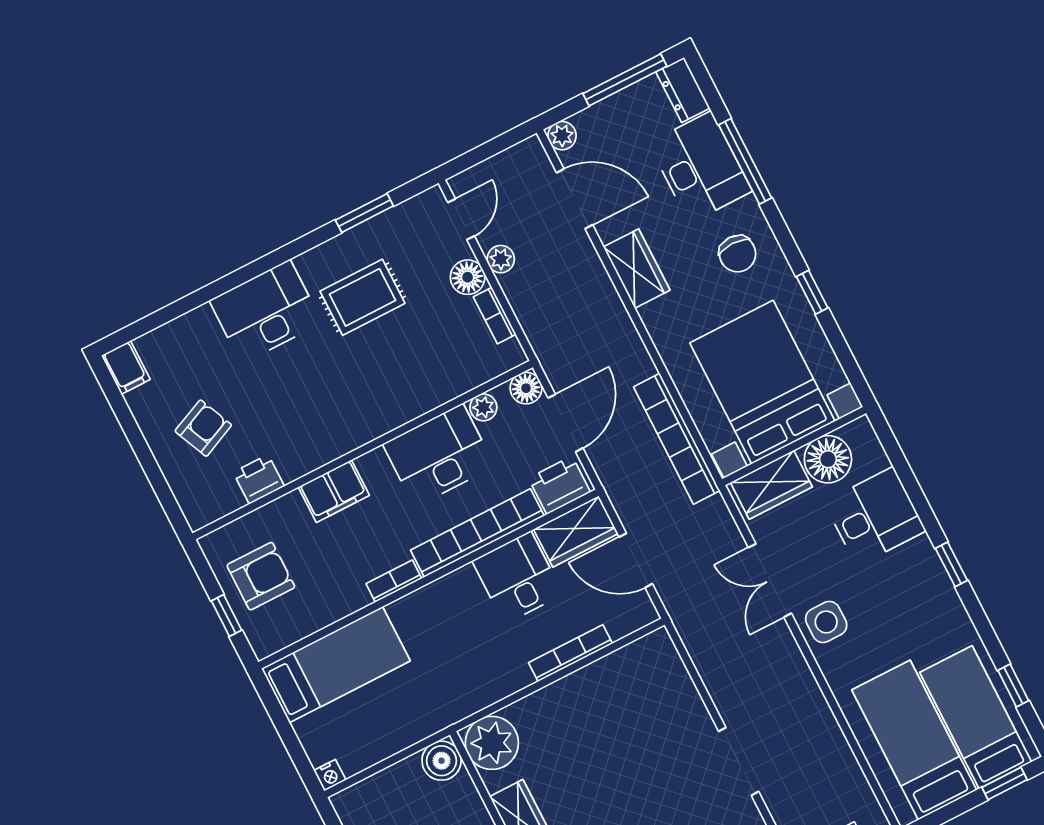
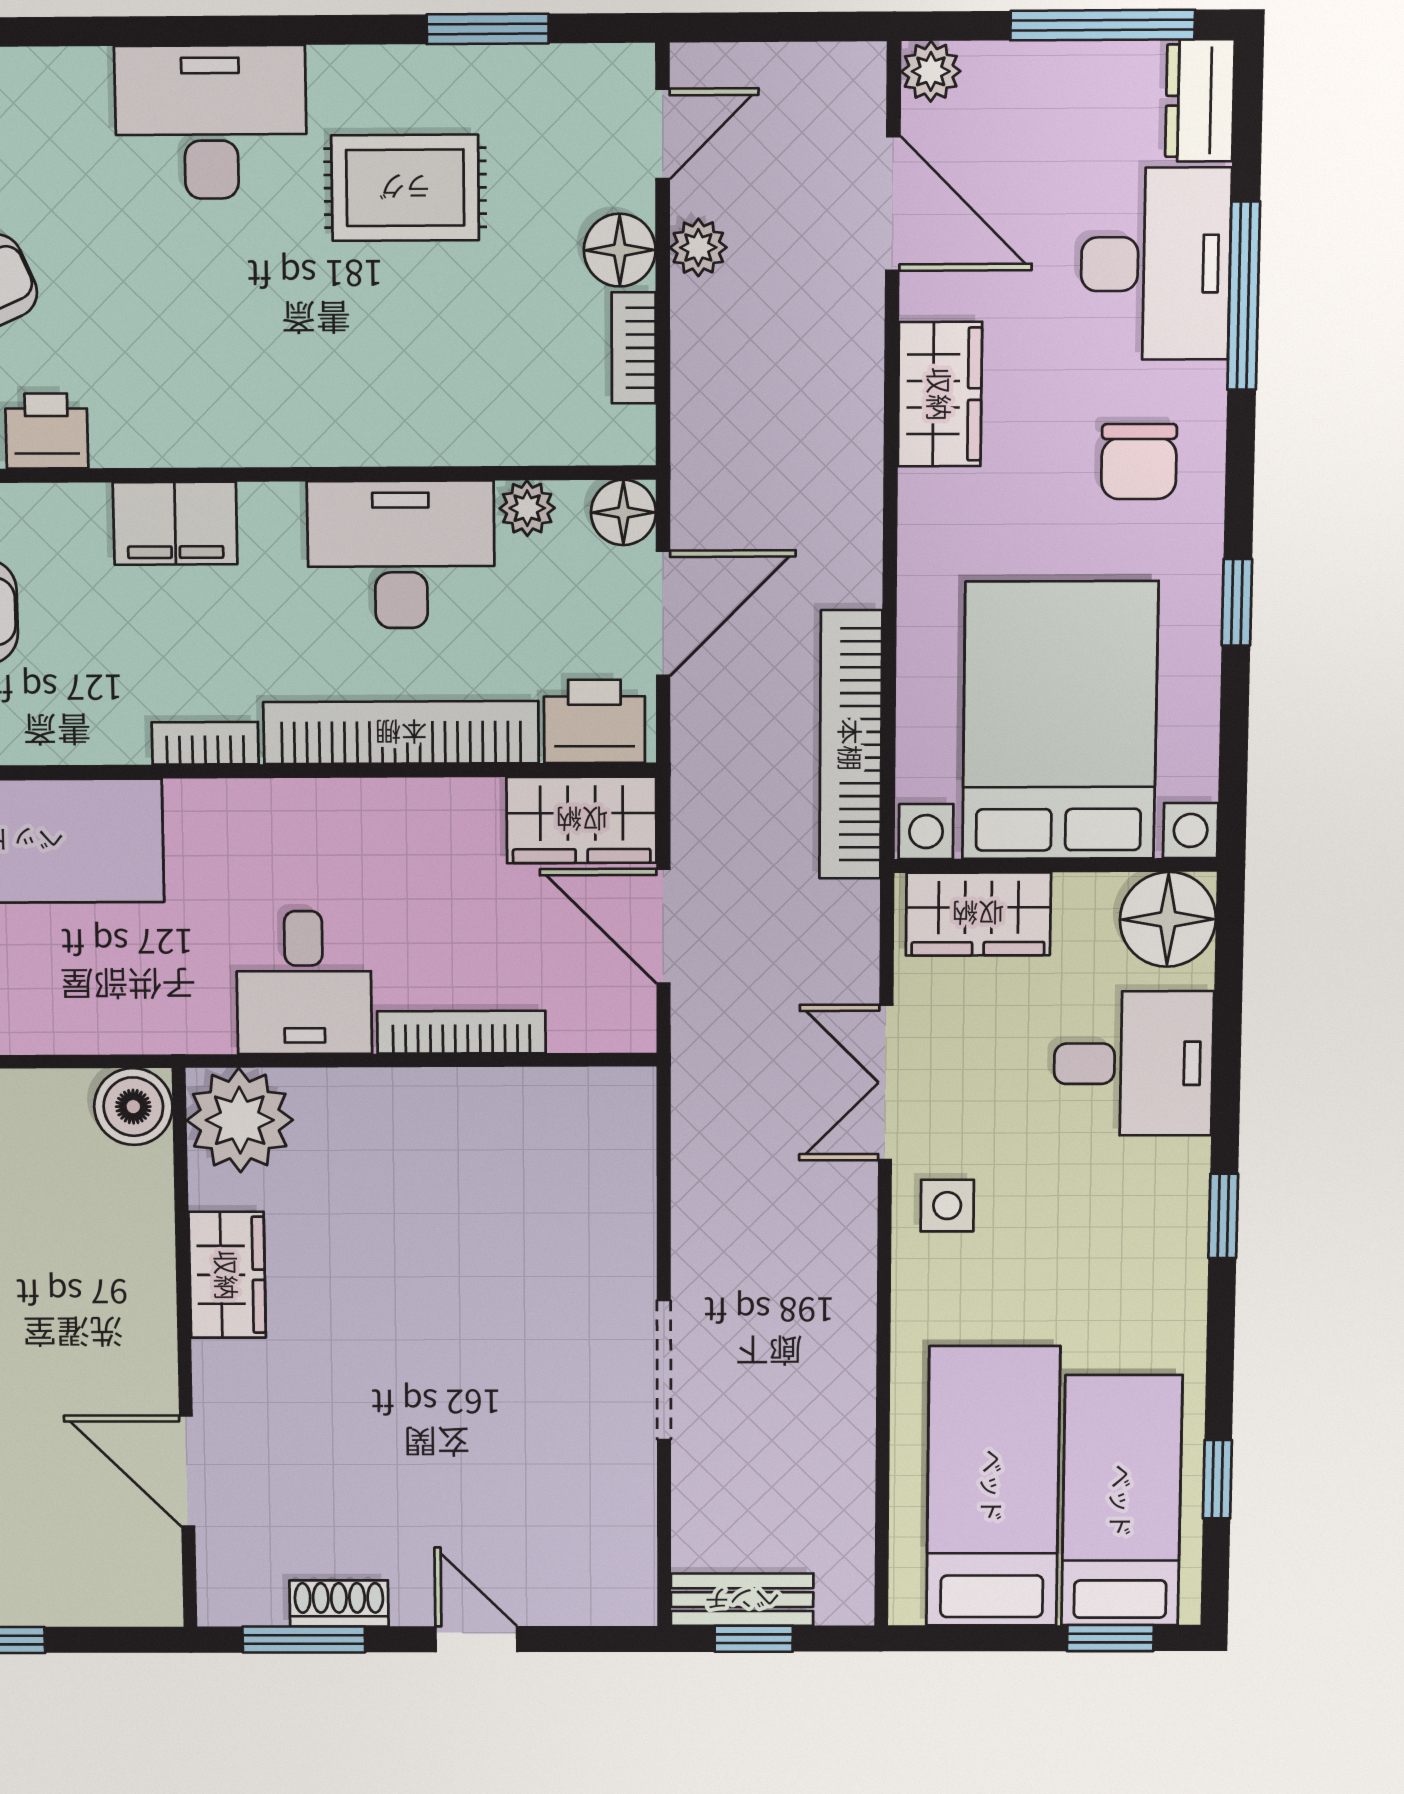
floor lamp: (828, 459) -> (1168, 919), moved
desk: (518, 578) -> (304, 983), moved, turned 180
side table: (826, 622) -> (947, 1206), width x0.73, depth x0.73

